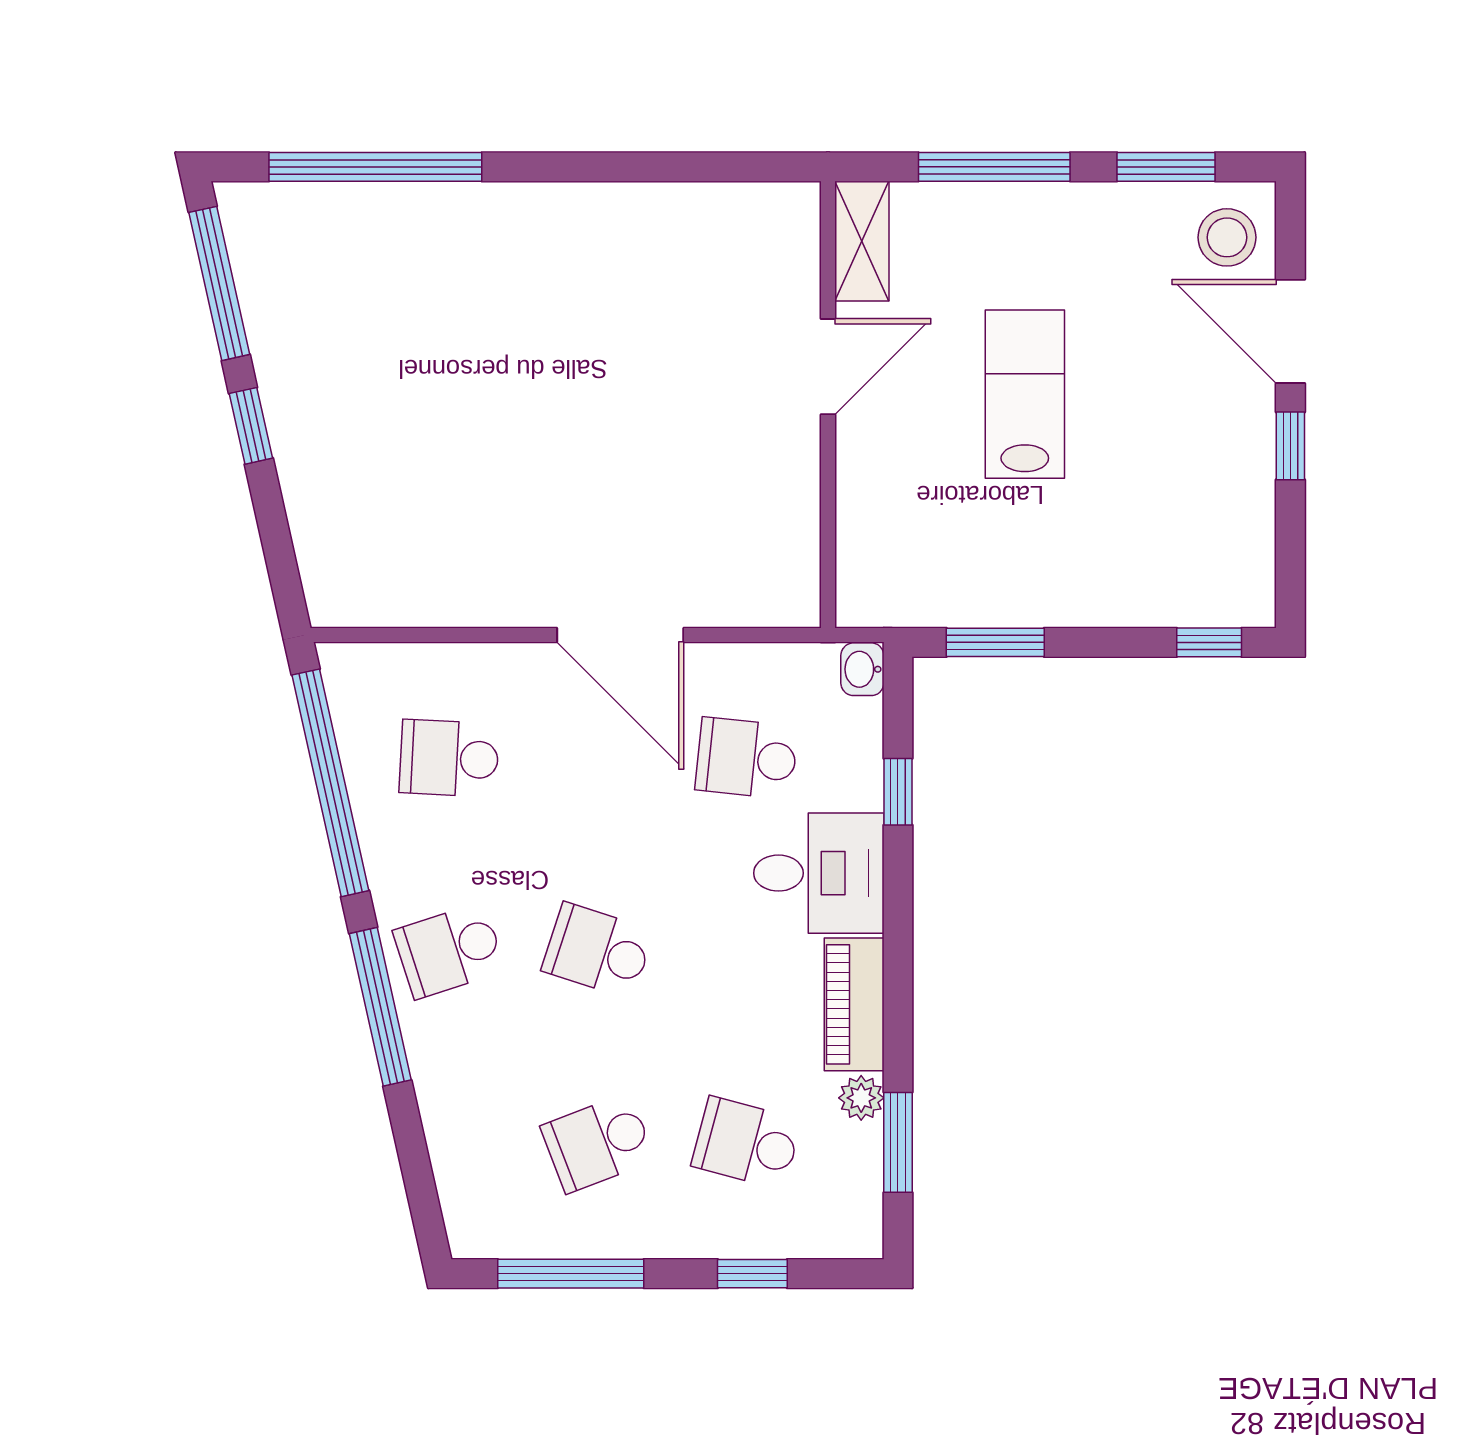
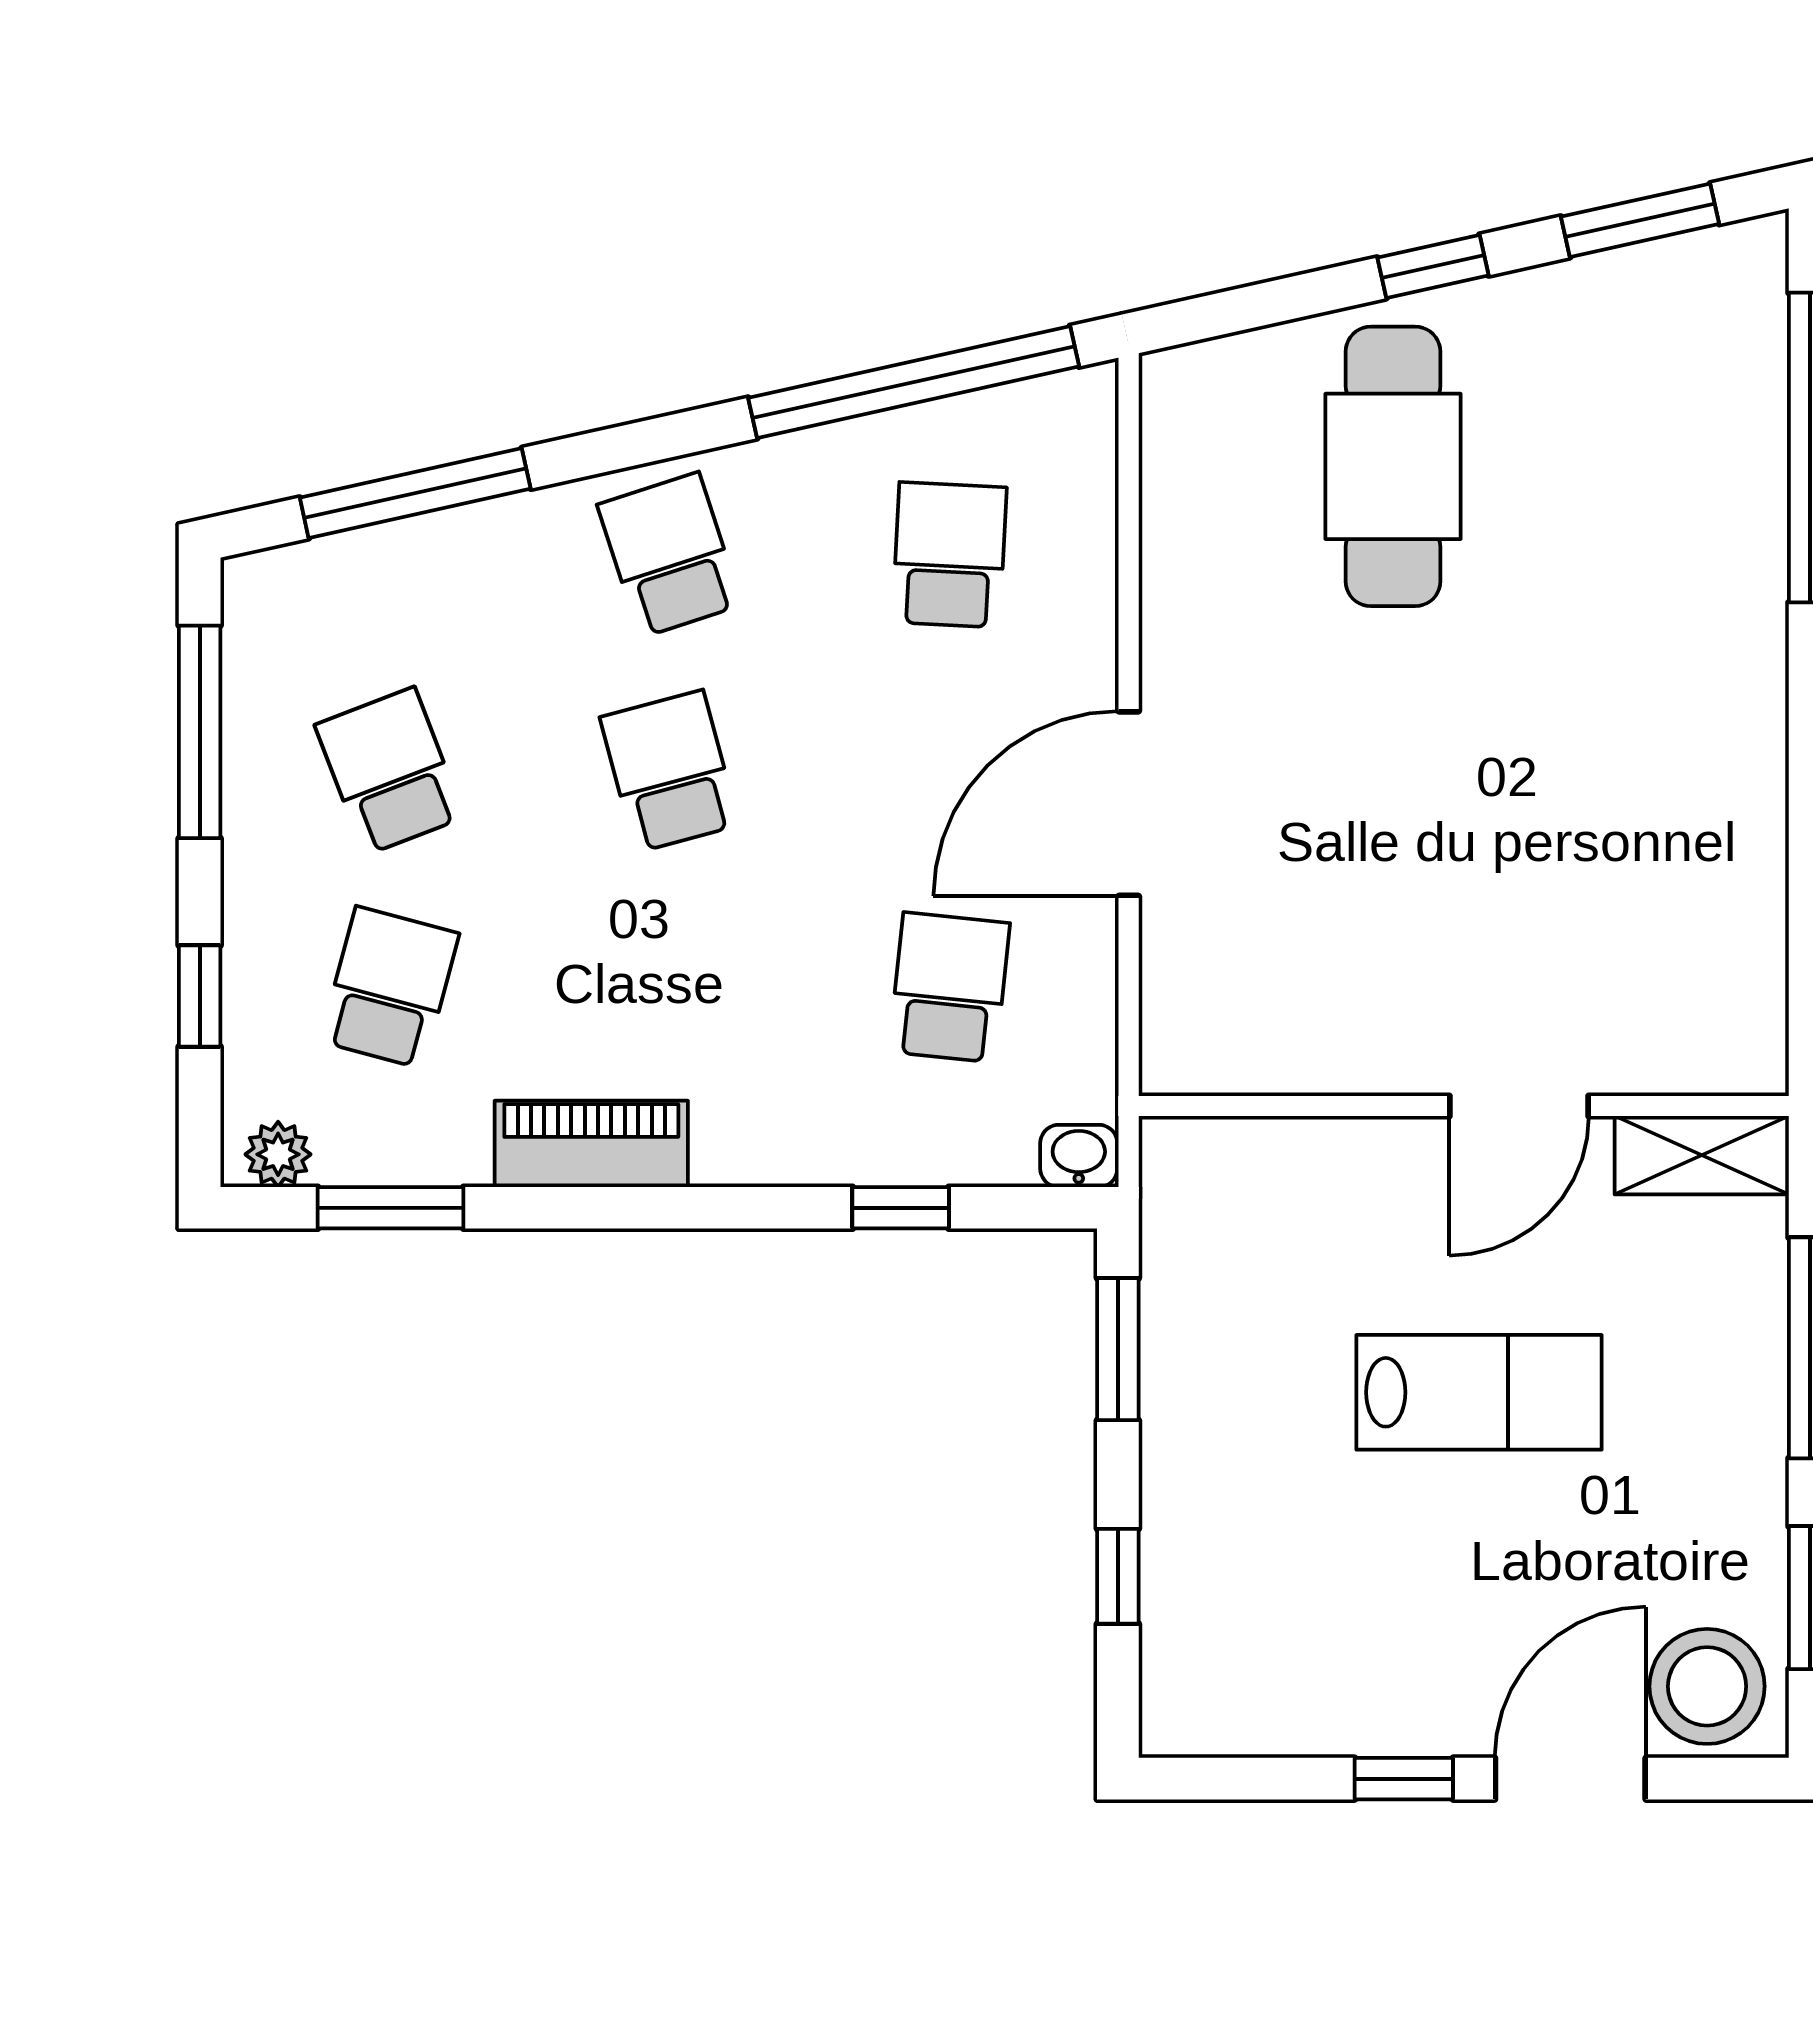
stool: (1227, 237) -> (1707, 1686), width x1.38, depth x1.38
window: (219, 283) -> (1640, 220), width x0.69
door: (828, 367) -> (1519, 1106), hinge flipped
cafe table: (388, 453) -> (1393, 466), added
window: (1209, 642) -> (1118, 1576), moved
desk: (819, 873) -> (782, 1093), removed
school desk: (598, 951) -> (669, 771), turned -33
window: (380, 1007) -> (415, 493), moved
plant: (861, 1098) -> (278, 1154), moved

